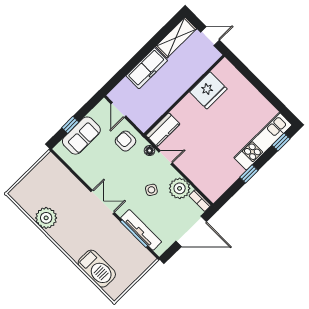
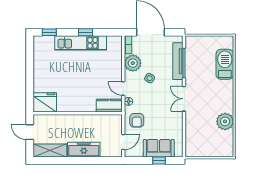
fridge: (208, 90) -> (45, 102), moved
kitchen unit: (263, 141) -> (81, 43), moved

